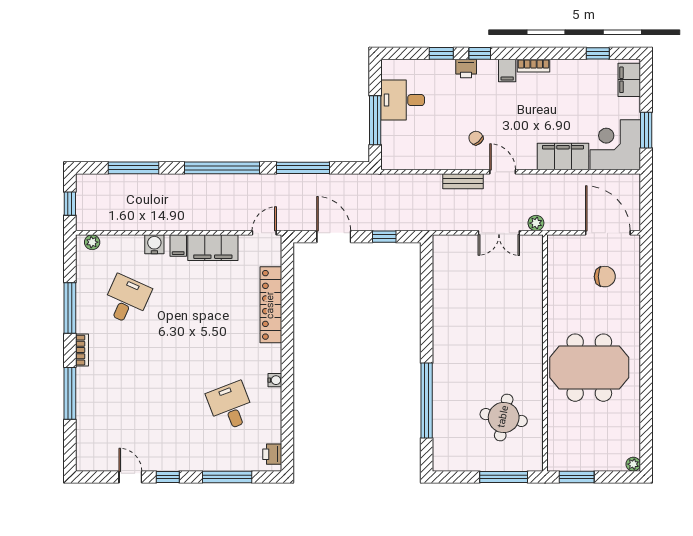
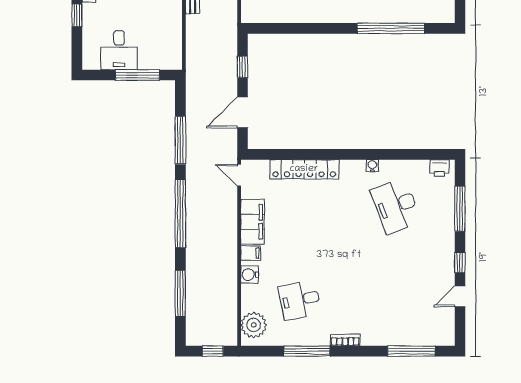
plant: (92, 242) -> (254, 325), width x1.88, depth x1.88
desk: (127, 300) -> (300, 300), turned -36
window: (70, 393) -> (411, 351), moved
desk: (231, 406) -> (396, 206), width x1.37

